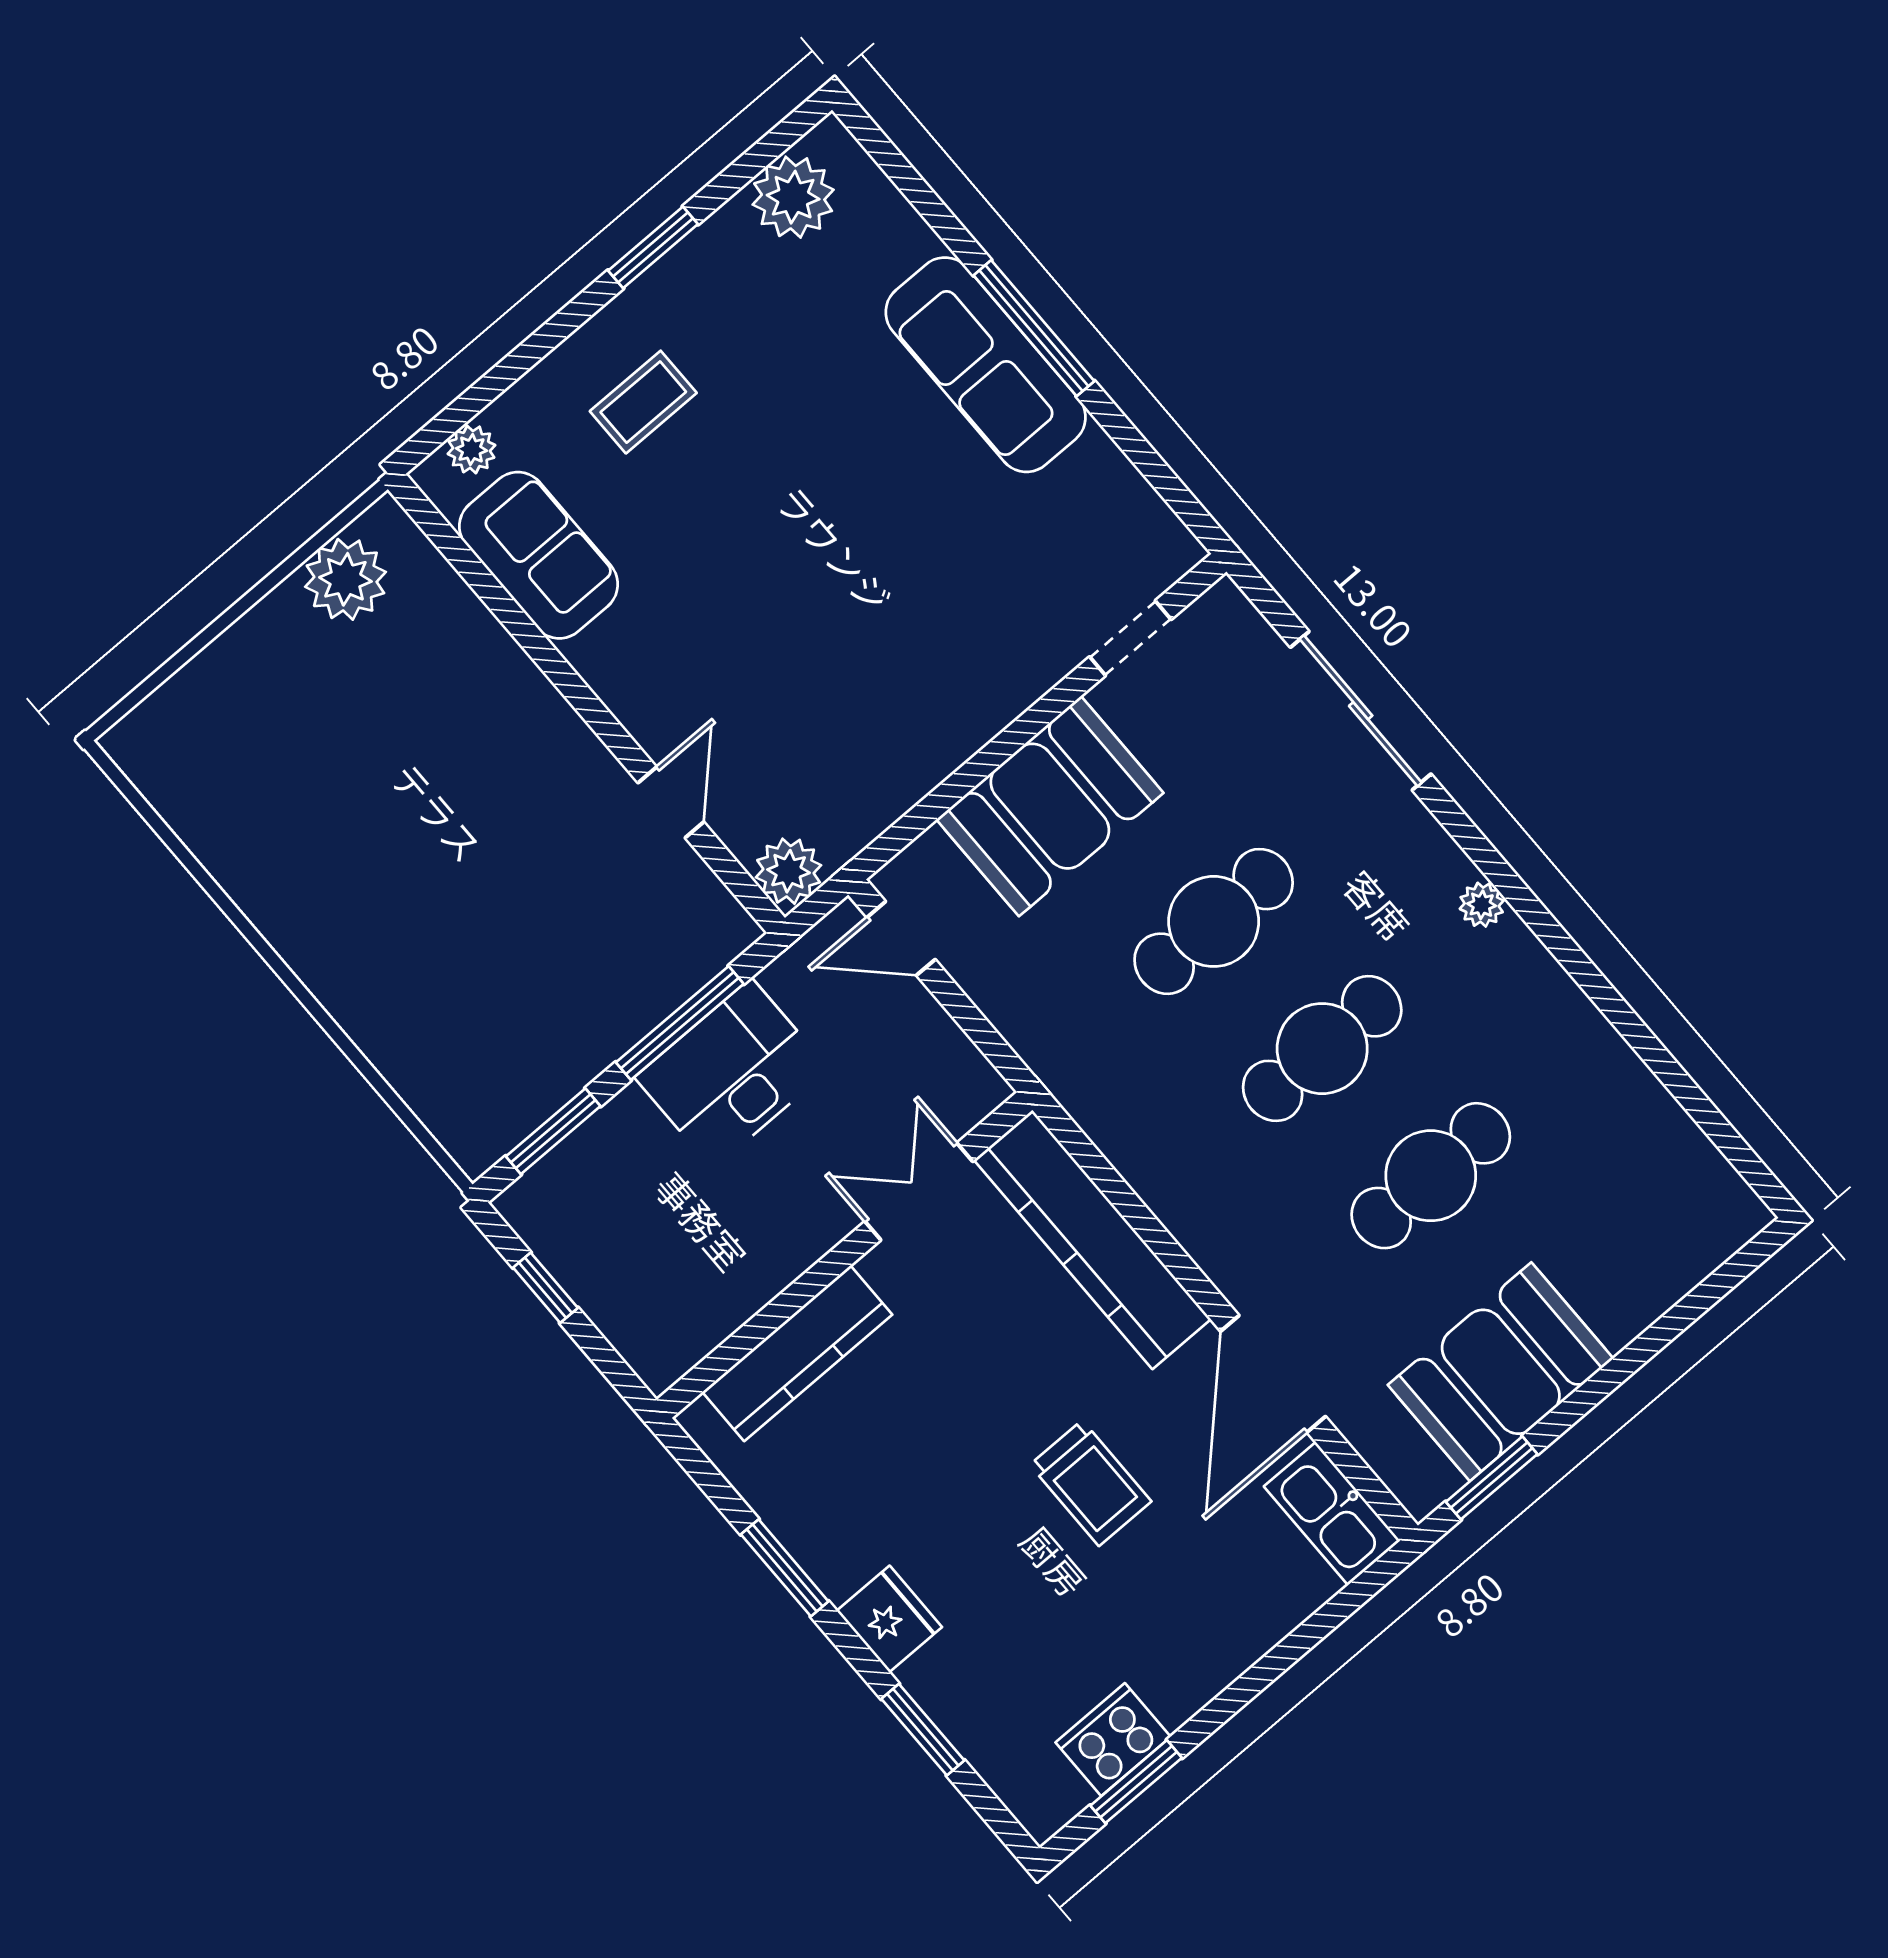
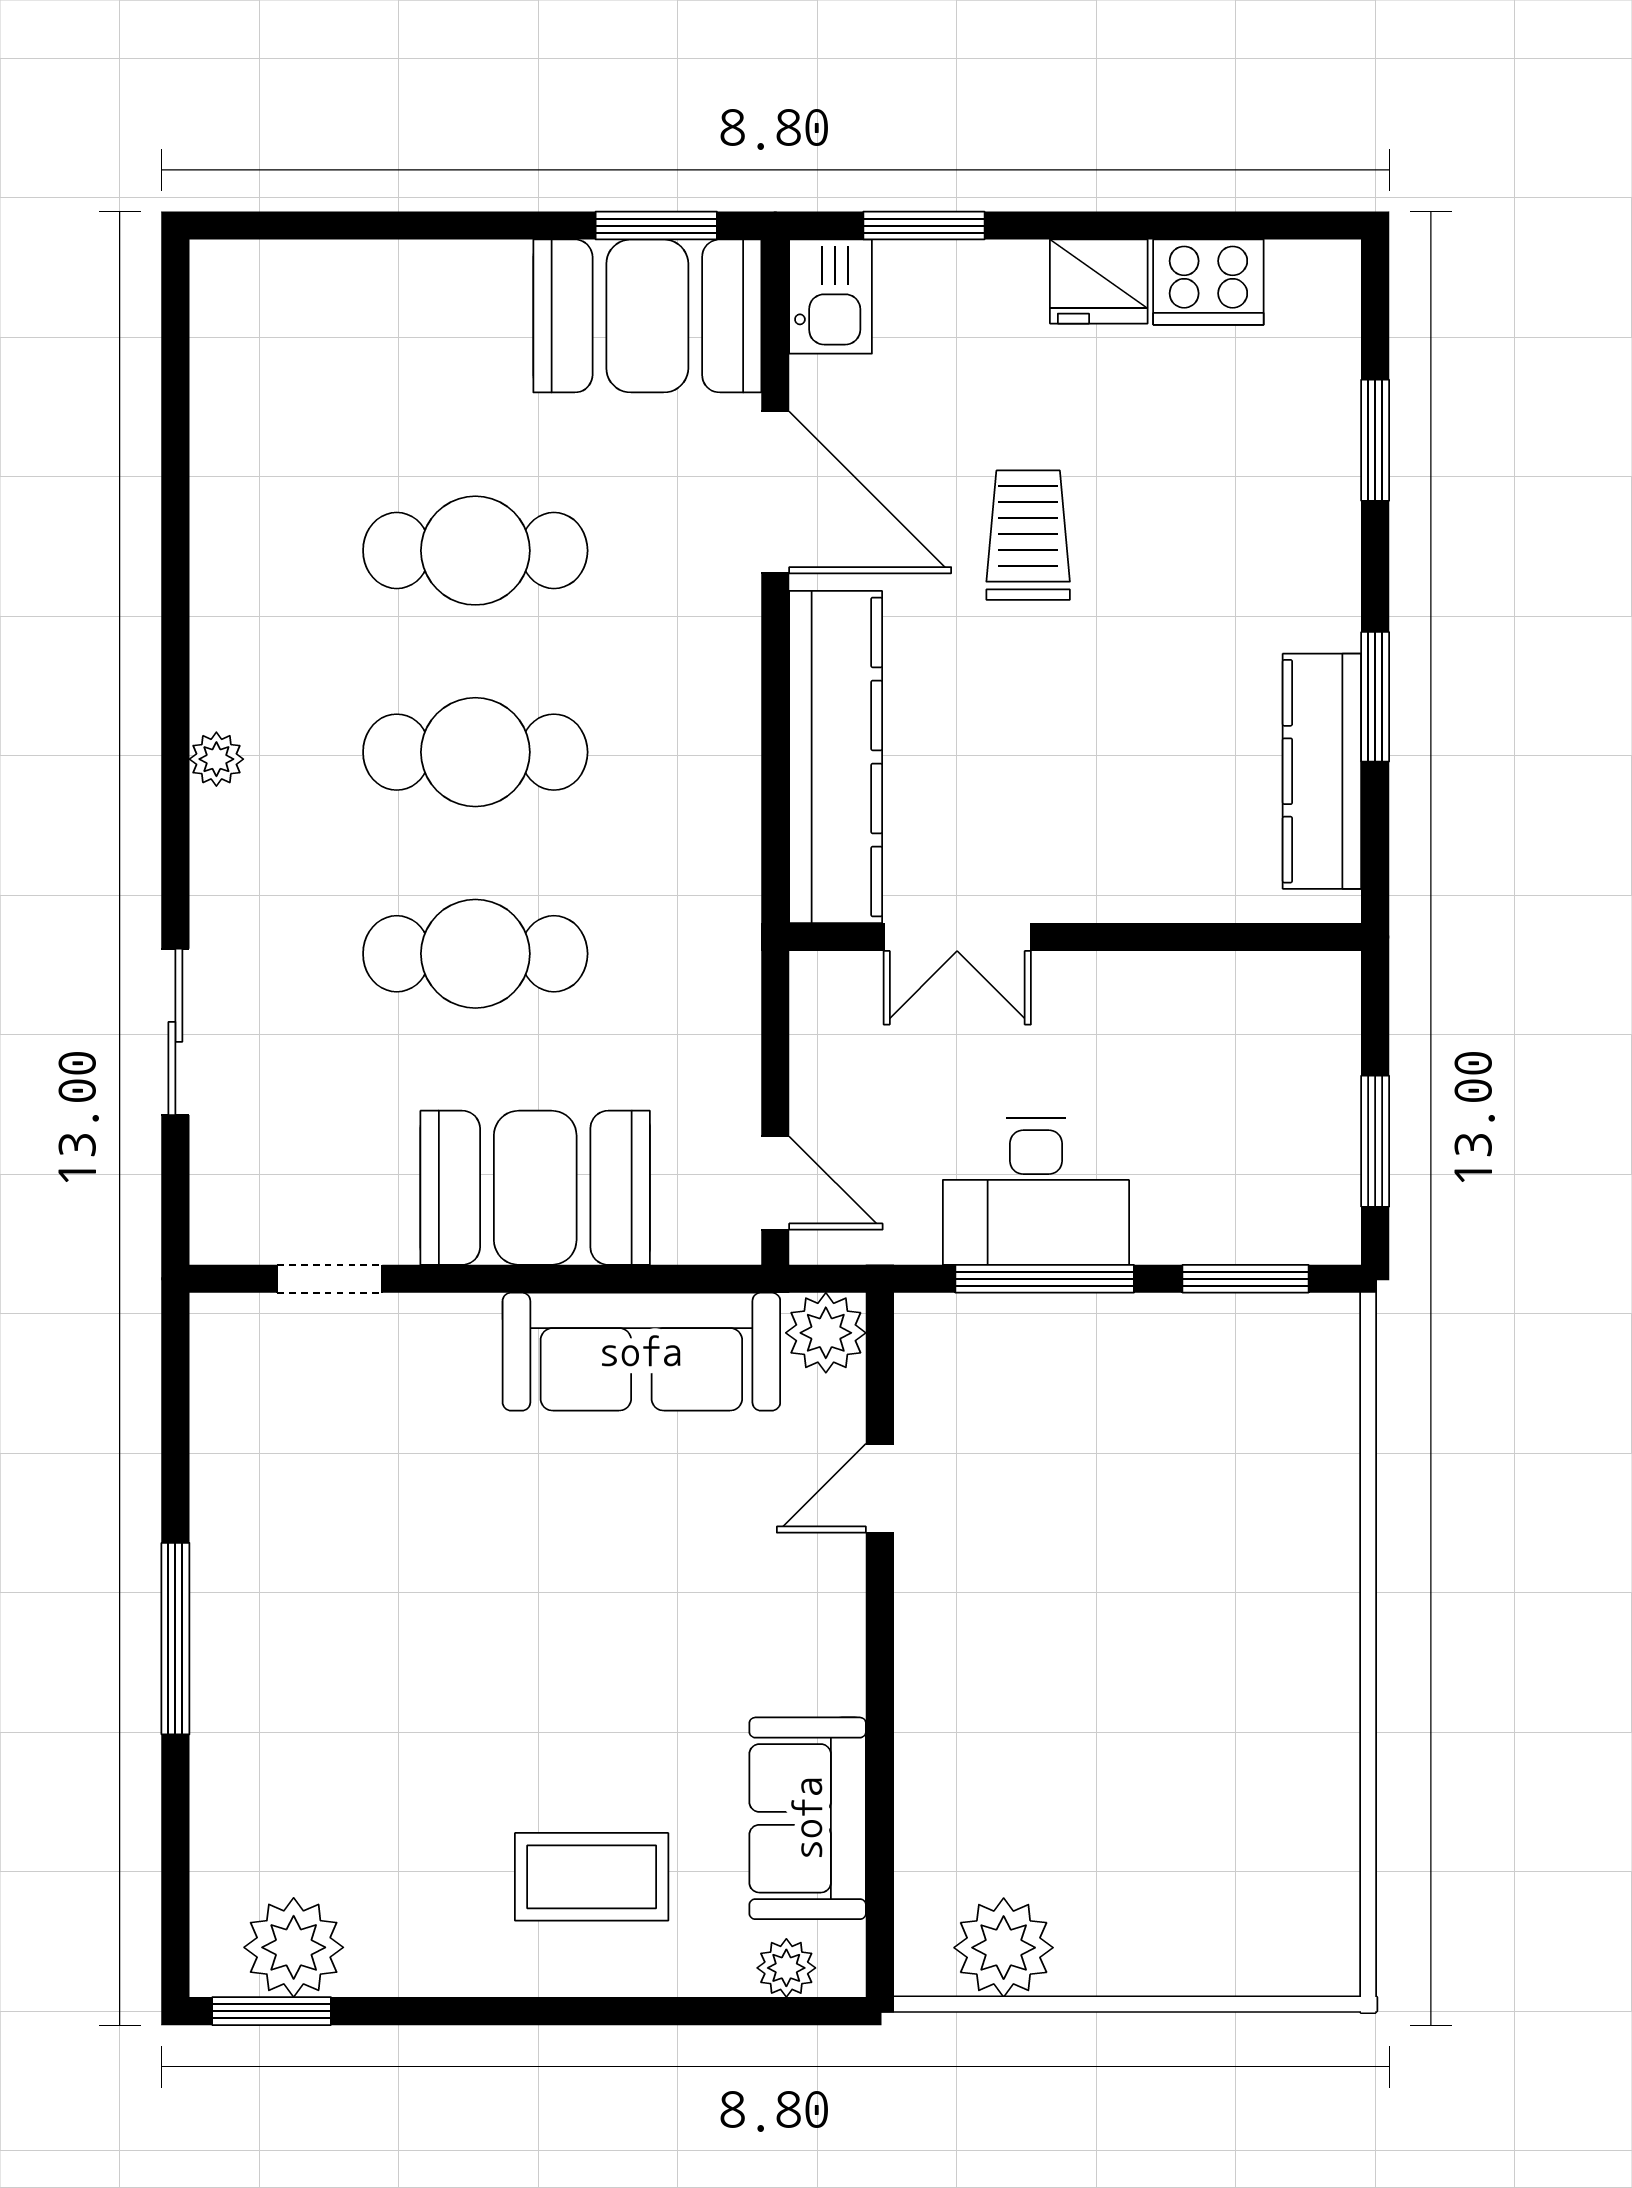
window: (653, 247) -> (272, 2011), moved
sofa: (986, 365) -> (641, 1352), moved, turned 90
coffee table: (643, 402) -> (592, 1877), width x1.36, depth x1.30
sliding door: (1361, 711) -> (175, 1032), width x0.73
window: (545, 1288) -> (1375, 1141), width x1.50
kitchen counter: (797, 1353) -> (1322, 771), moved, turned -90
booth: (1501, 1372) -> (647, 316), moved
door: (1273, 1374) -> (775, 492), hinge flipped
kitchen sink: (1332, 1514) -> (831, 297), width x0.73
fridge: (889, 1619) -> (1099, 282), moved, turned -90
window: (1136, 1782) -> (924, 226), moved

